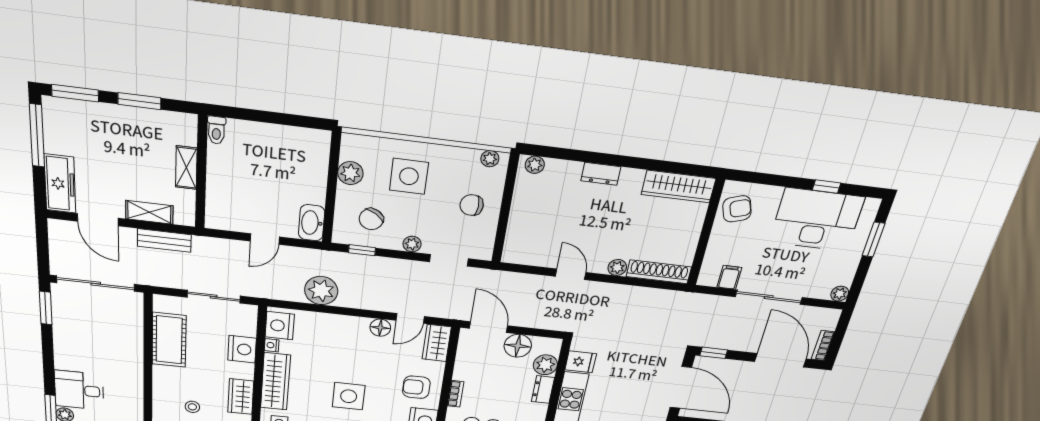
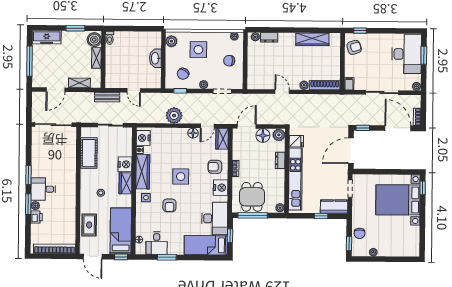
window: (75, 93) -> (47, 28), removed
boiler: (182, 130) -> (94, 40), added
window: (37, 136) -> (29, 61), moved
plant: (350, 173) -> (171, 41), moved
dresser: (601, 174) -> (269, 37), moved
freezer: (60, 184) -> (47, 37), moved, turned 90
wardrobe: (678, 186) -> (312, 39), moved
window: (827, 187) -> (360, 31), moved
door: (98, 220) -> (55, 90), hinge flipped
desk: (816, 220) -> (406, 54), moved, turned 90
washbasin: (312, 223) -> (155, 58), moved
door: (265, 239) -> (134, 90), hinge flipped
bench: (164, 240) -> (107, 97), moved
filing cabinet: (729, 277) -> (349, 84), moved
plant: (321, 291) -> (174, 115), moved
window: (46, 308) -> (28, 175), moved
door: (489, 327) -> (247, 126), hinge flipped
nightstand: (242, 349) -> (125, 164), moved
plant: (545, 365) -> (279, 135), moved
door: (681, 387) -> (351, 151), swing flipped

